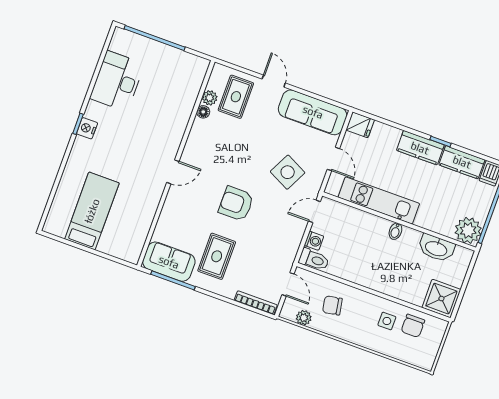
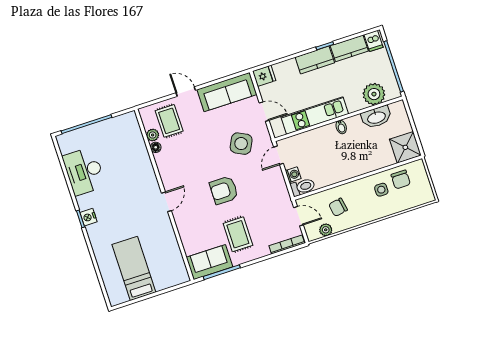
plant: (468, 230) -> (374, 94), moved

